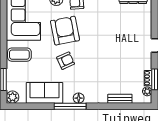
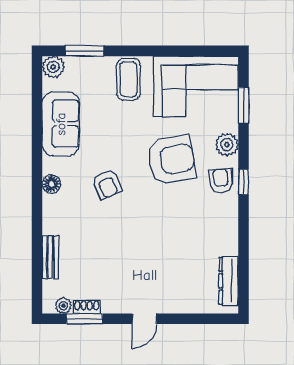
armchair: (66, 61) -> (107, 184), moved
window: (70, 106) -> (37, 169), removed

